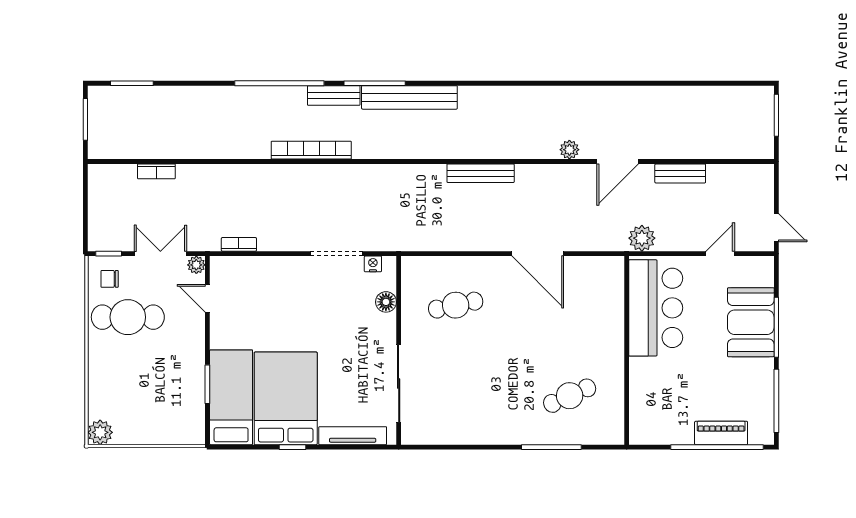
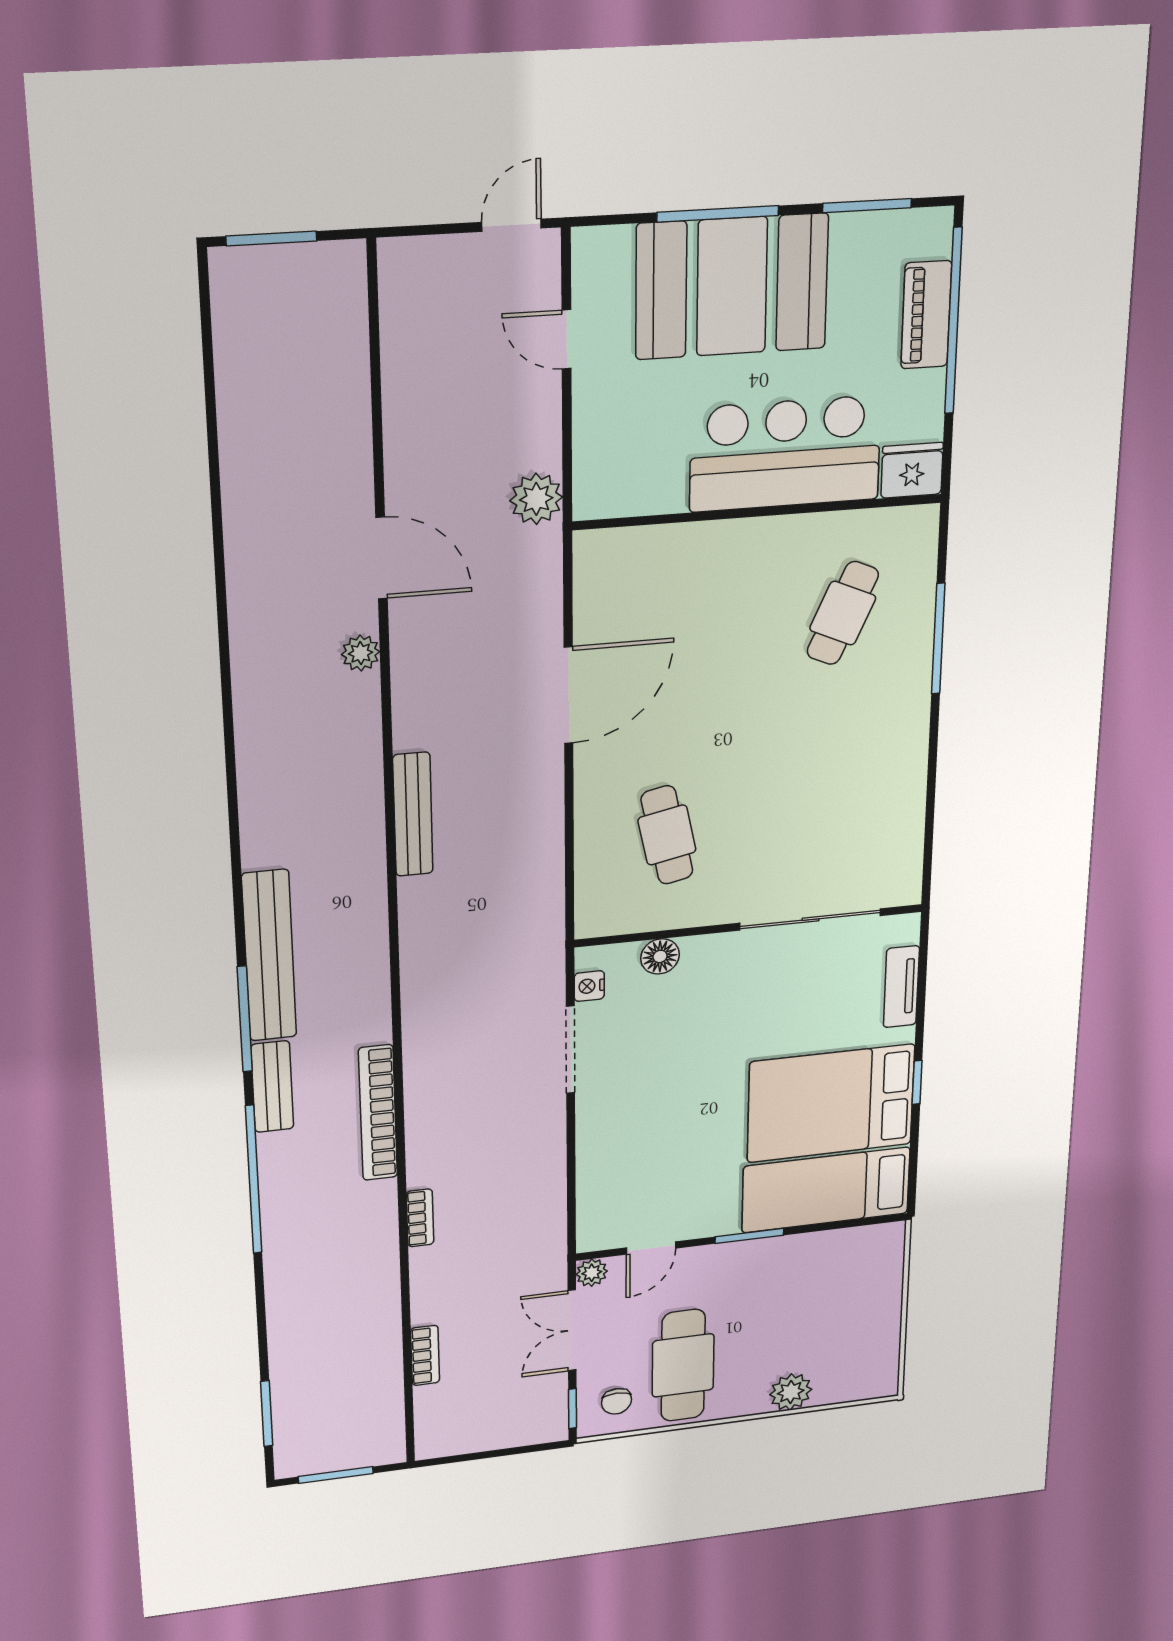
bench: (680, 173) -> (402, 432), removed
bookcase: (239, 244) -> (420, 1218), moved, turned 180
bar counter: (656, 308) -> (785, 454), moved
booth: (751, 322) -> (732, 286), width x1.36, depth x1.42
window: (207, 384) -> (749, 1236), moved
cafe table: (570, 396) -> (843, 613), turned 48
window: (776, 401) -> (867, 206), width x0.69
fridge: (642, 429) -> (912, 470), added
plant: (100, 432) -> (791, 1392), moved
tv unit: (353, 436) -> (901, 987), width x0.71

